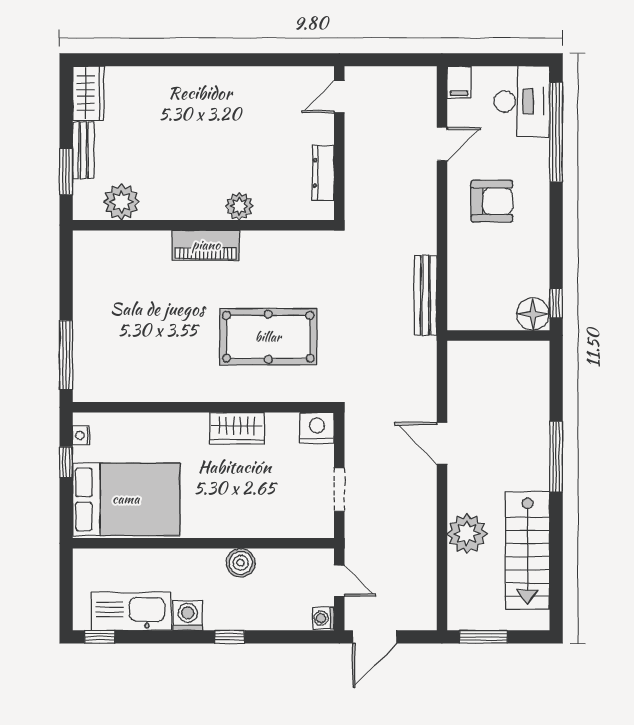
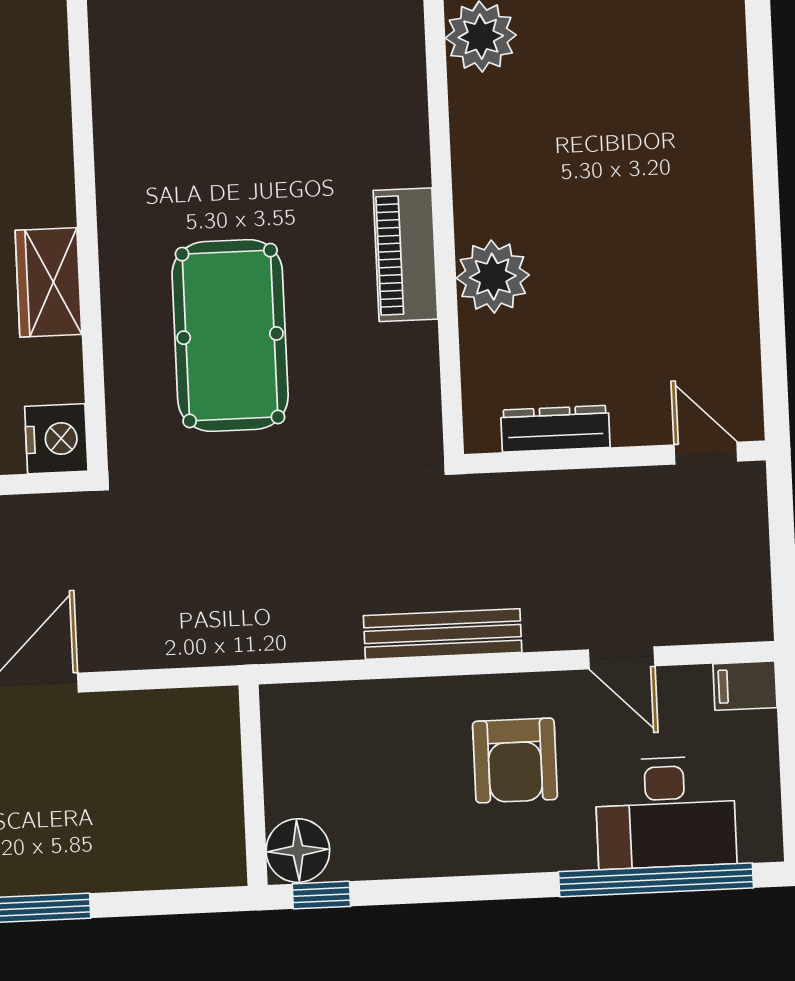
desk: (522, 101) -> (666, 812), moved
plant: (239, 206) -> (493, 277), width x1.36, depth x1.36
piano: (206, 245) -> (406, 255), moved
bench: (426, 295) -> (443, 634), moved

